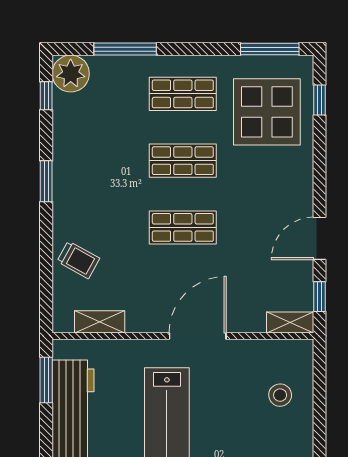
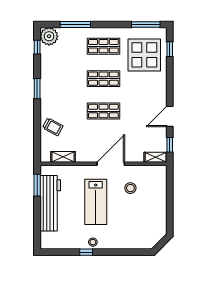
stool: (280, 395) -> (130, 188), moved

